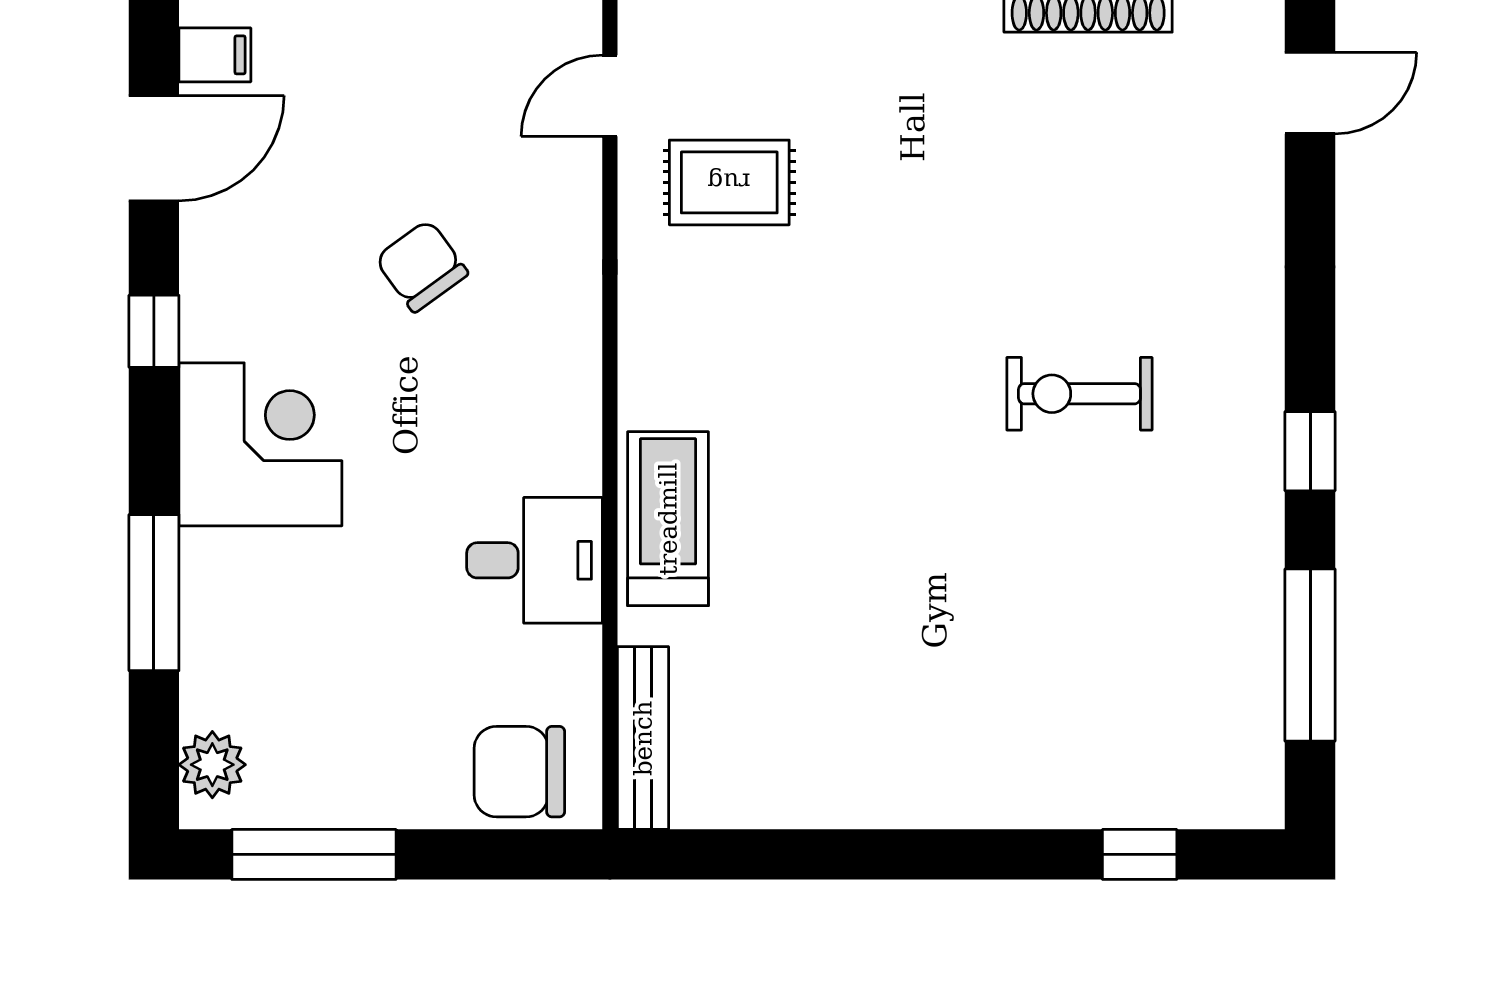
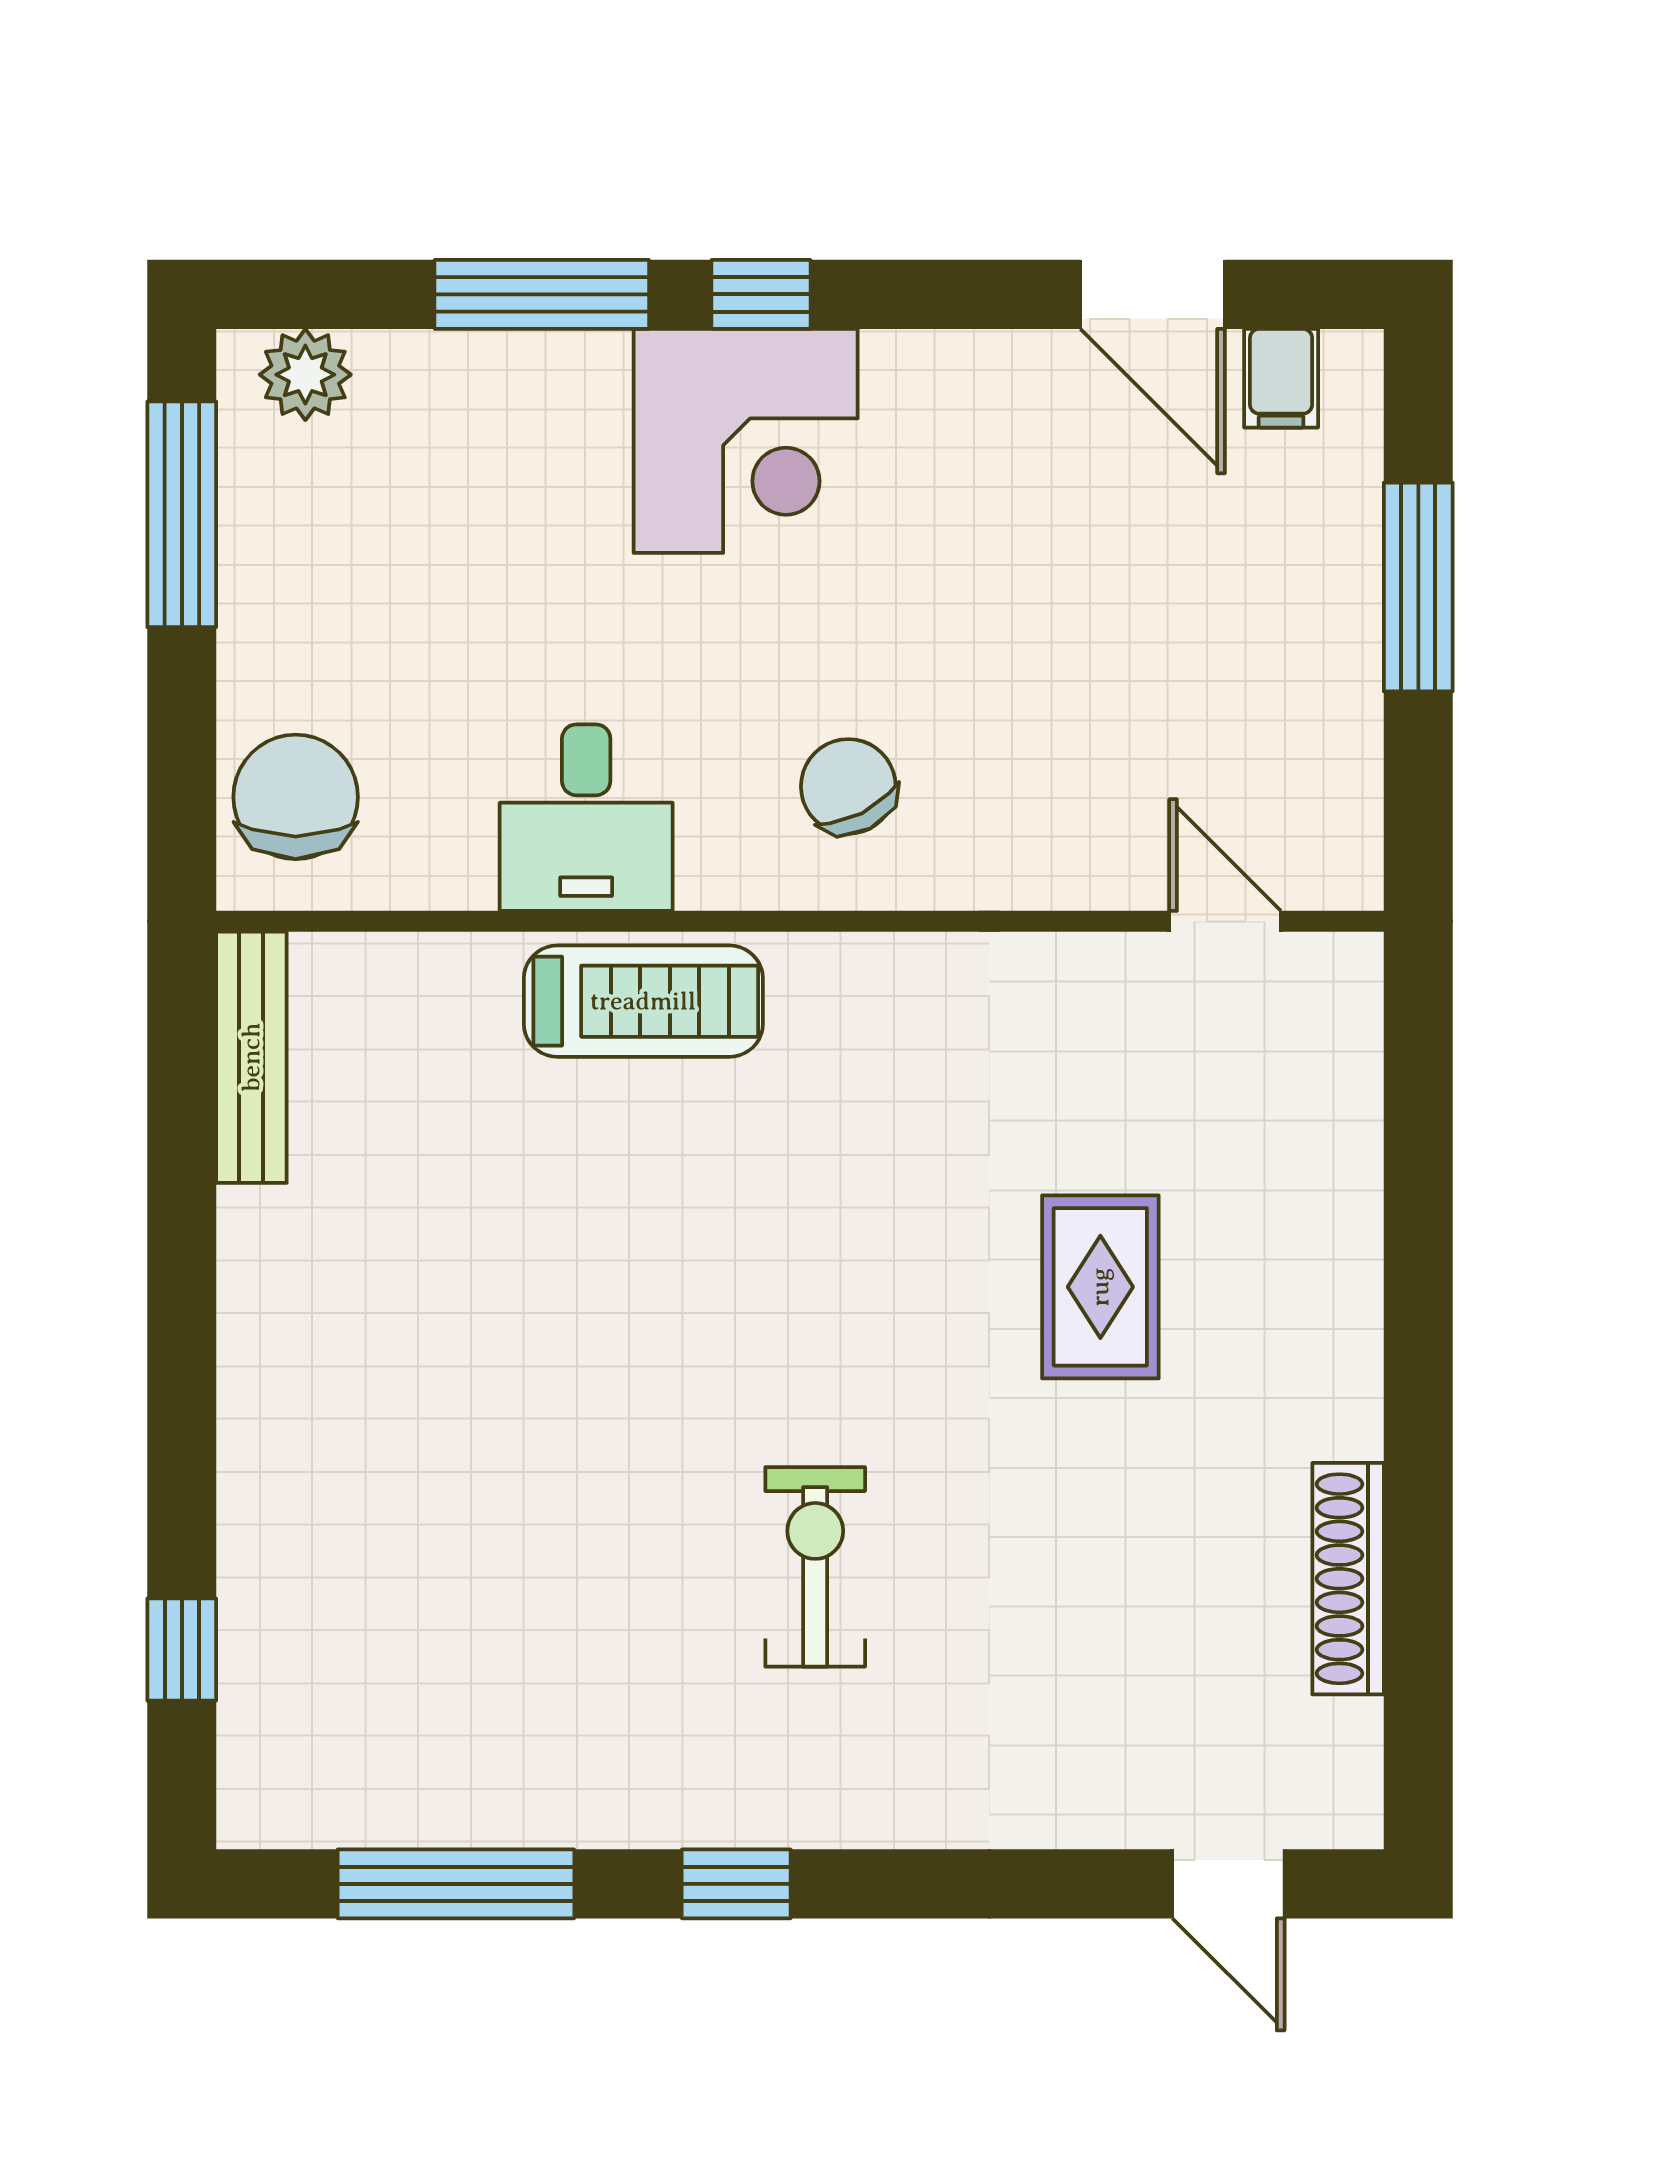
rug: (729, 182) -> (1100, 1287), moved
chair: (422, 266) -> (848, 786), moved, turned -81
window: (154, 331) -> (761, 294), moved
bench: (643, 738) -> (251, 1057), moved, turned 90

